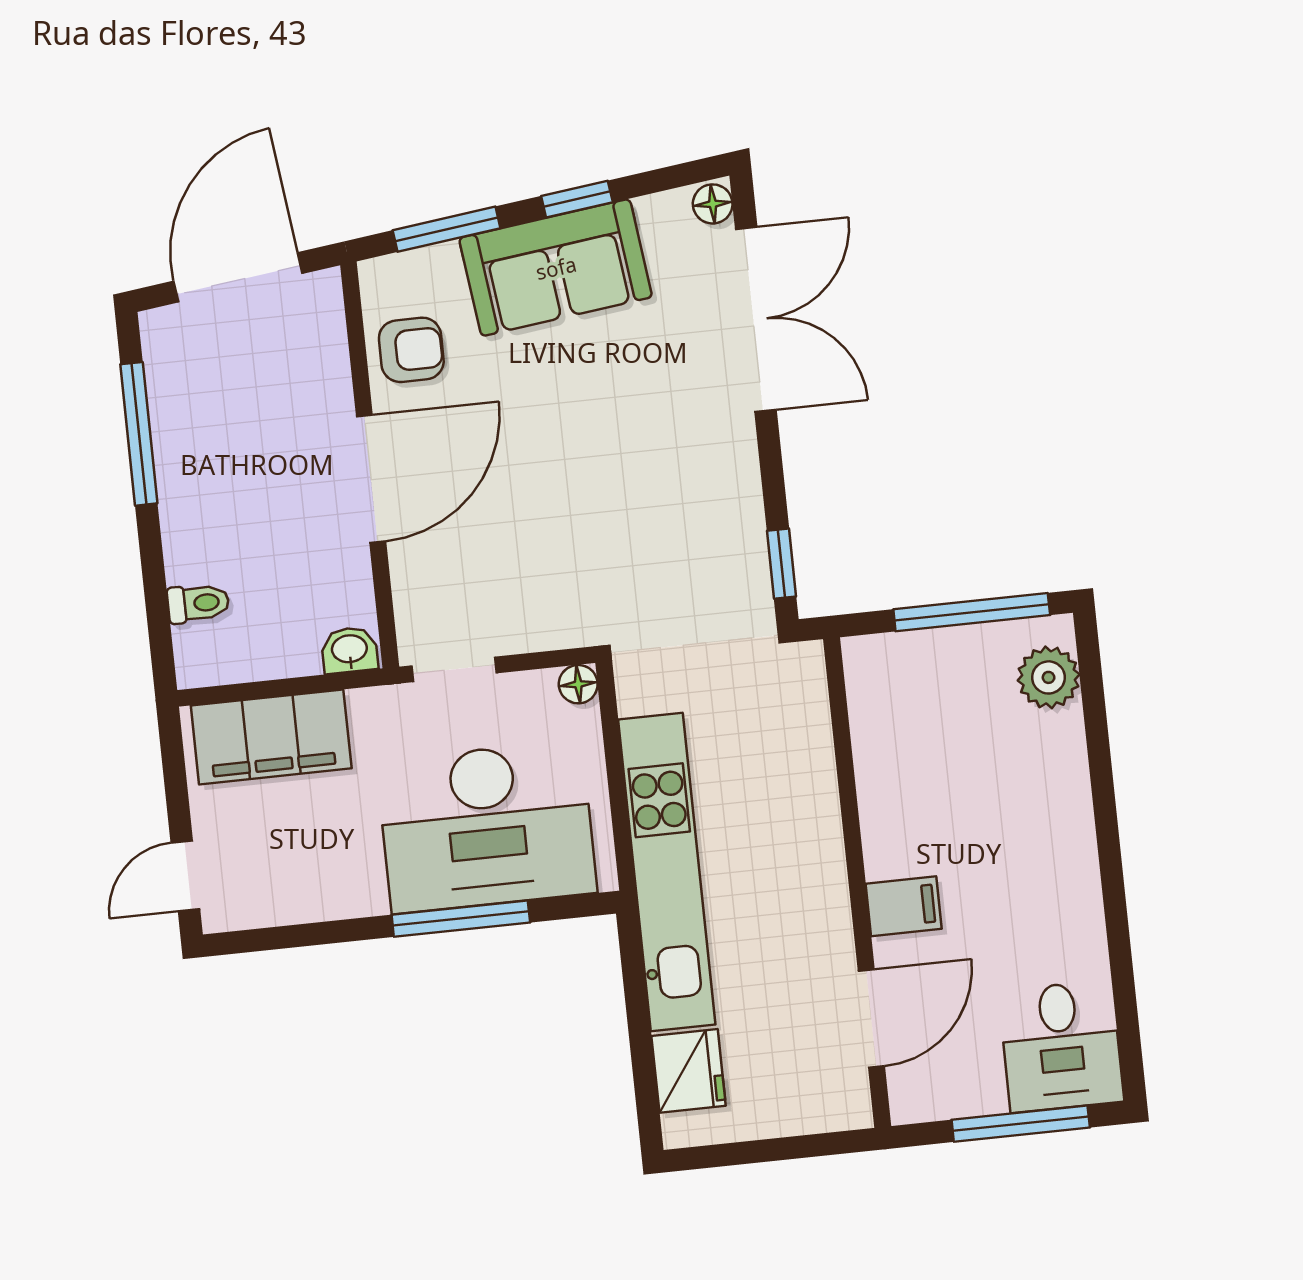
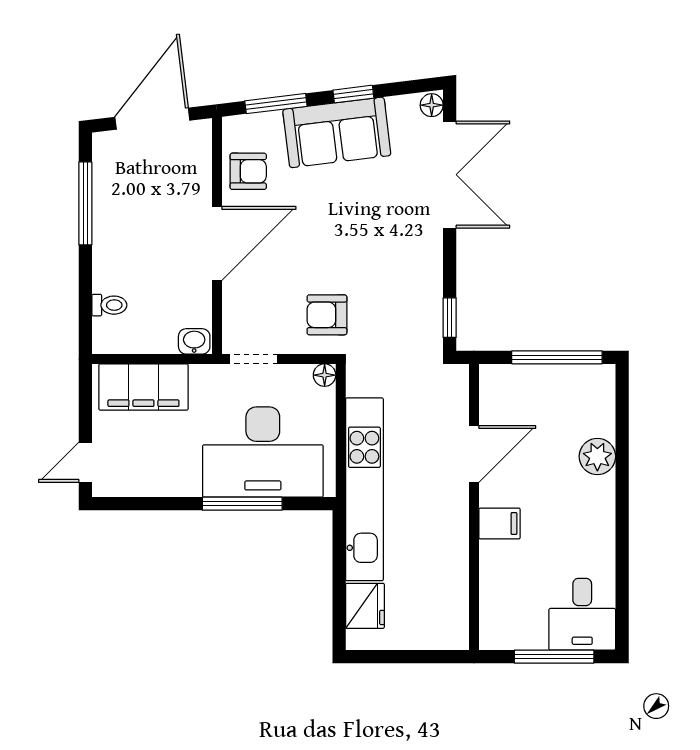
armchair: (571, 581) -> (327, 315), added
plant: (1049, 677) -> (597, 456), moved
door: (871, 1018) -> (474, 454), moved

